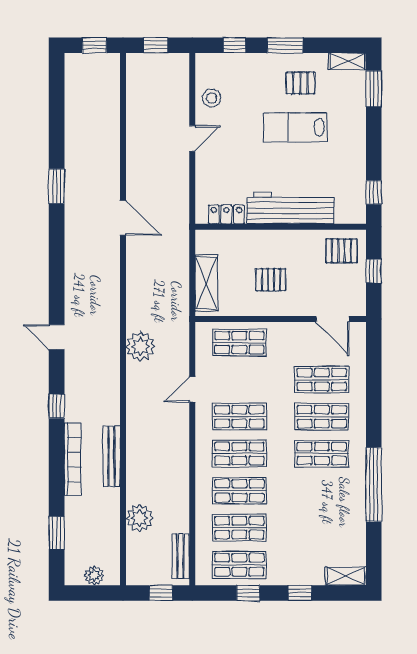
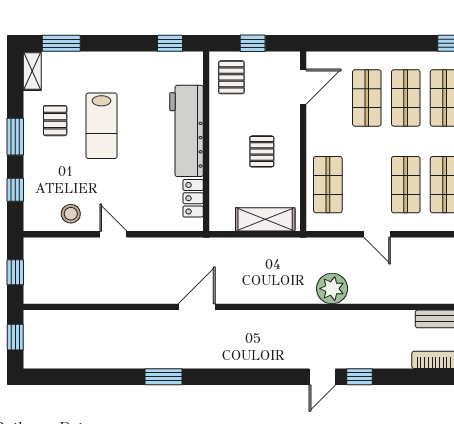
window: (57, 406) -> (360, 377), moved

